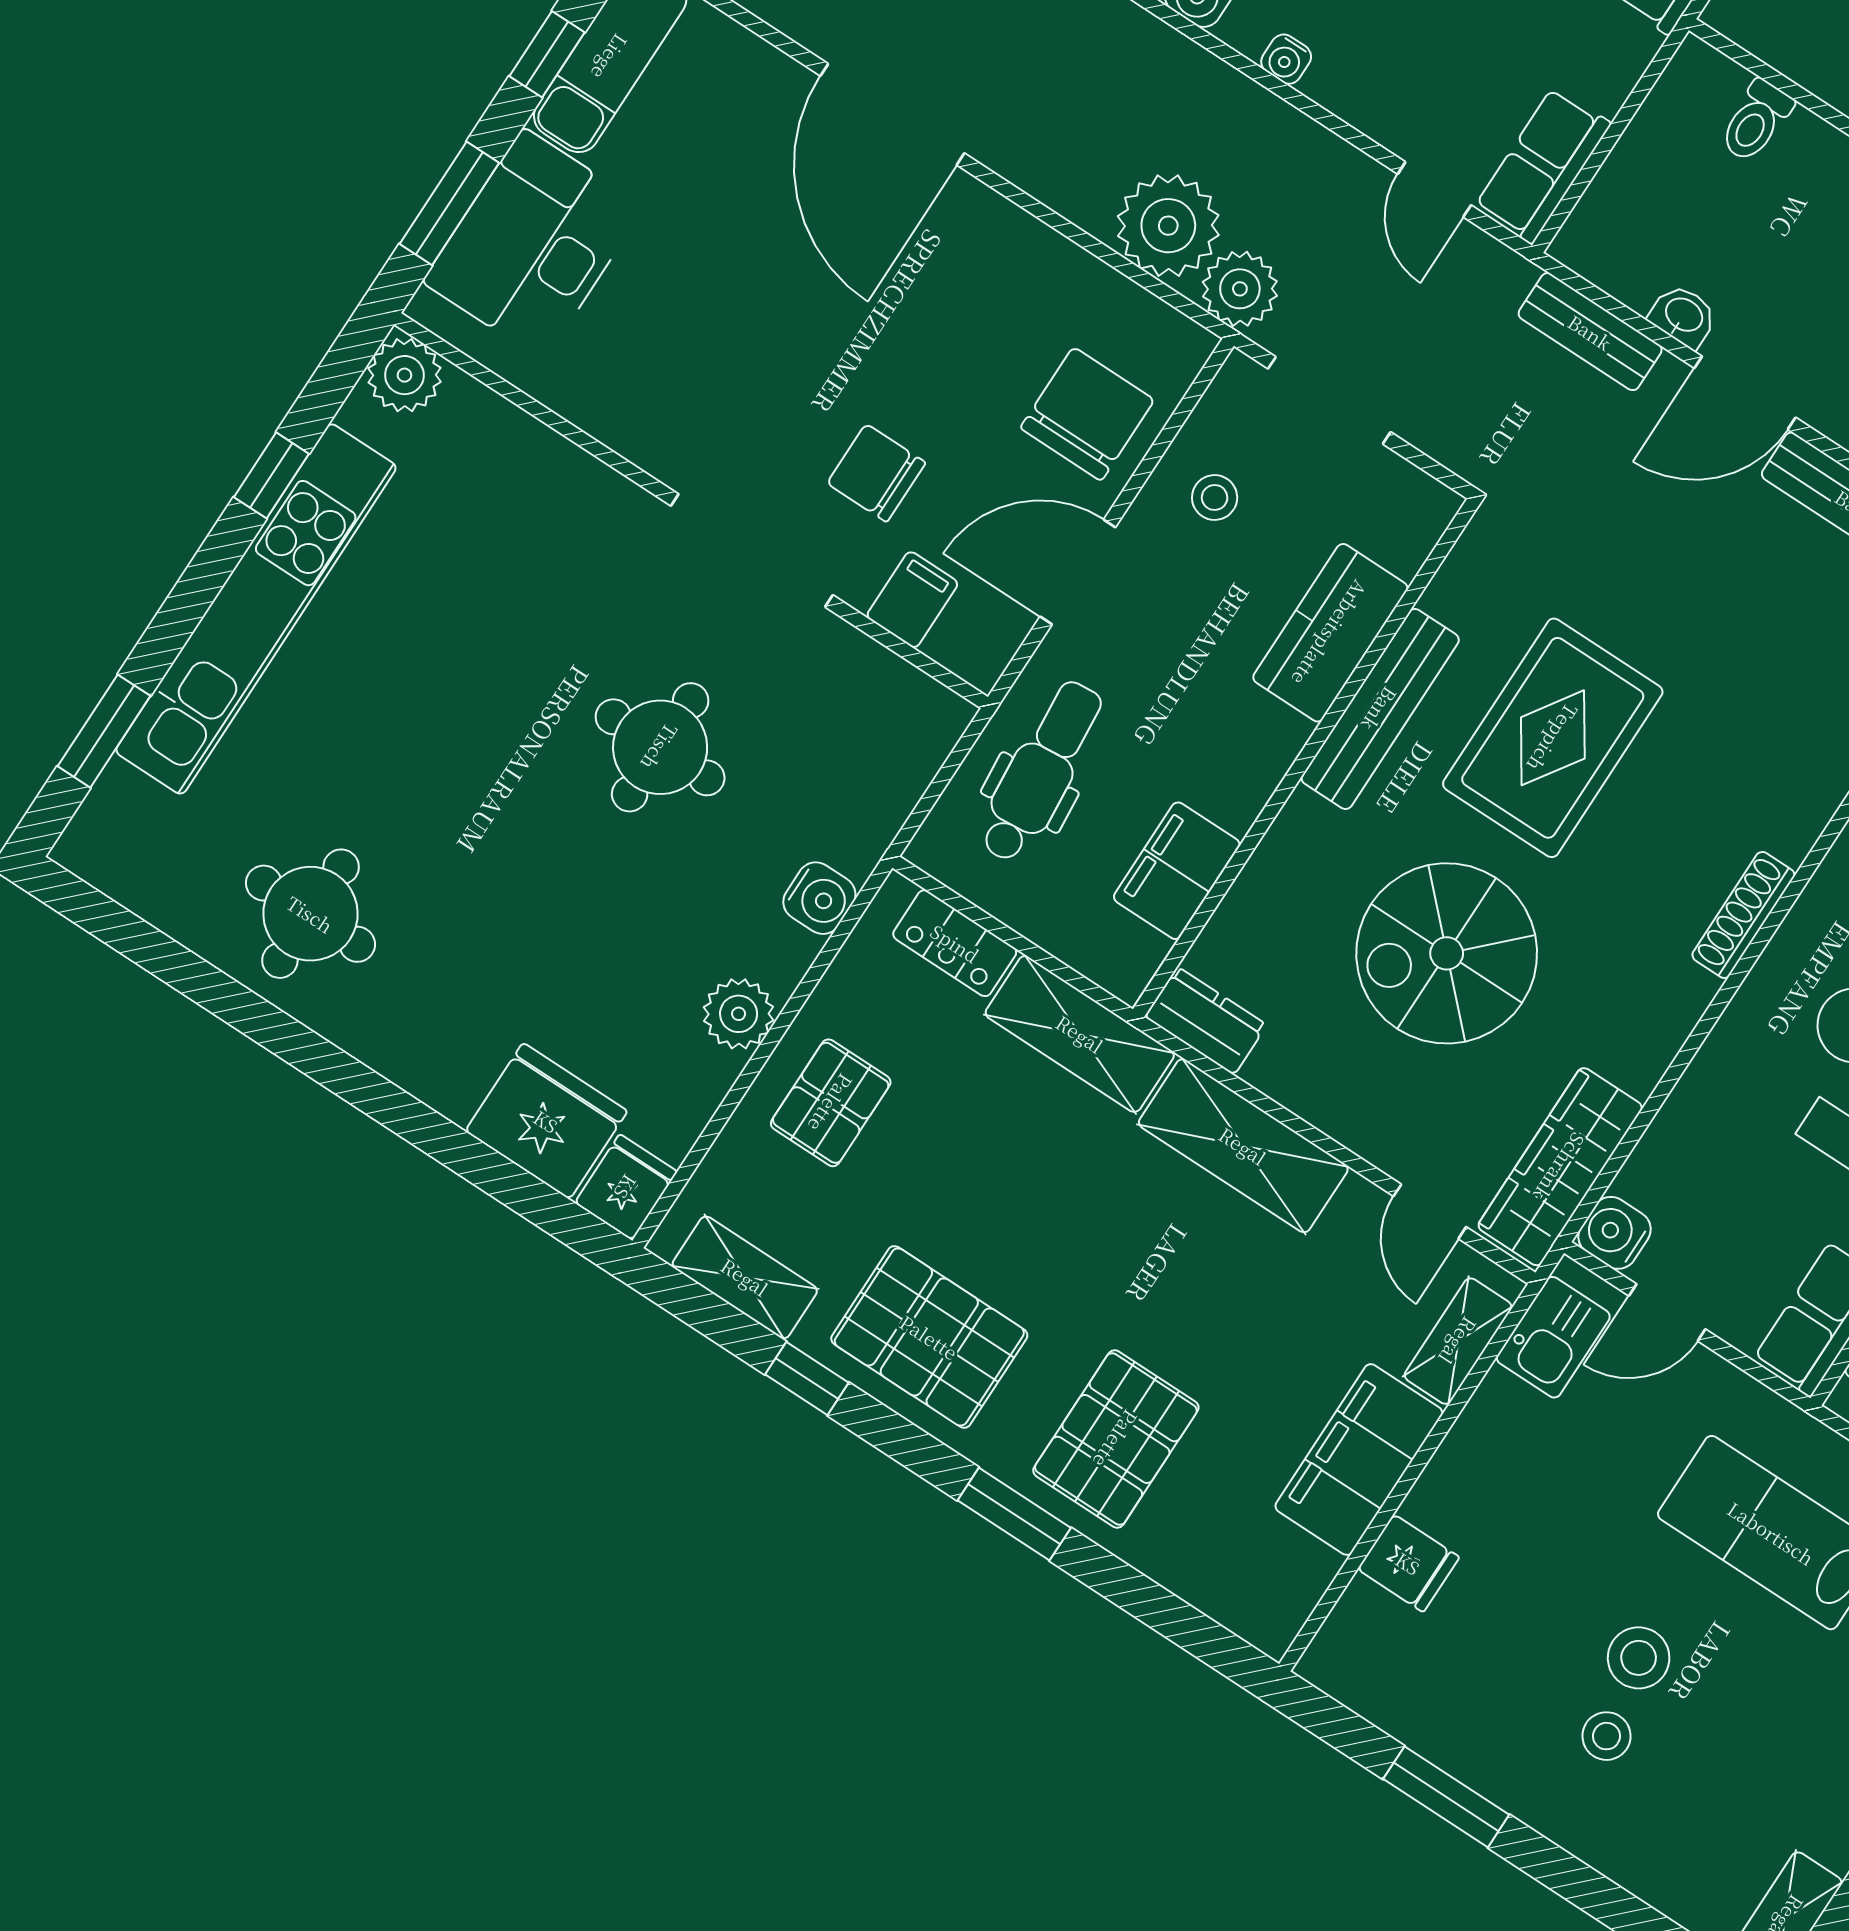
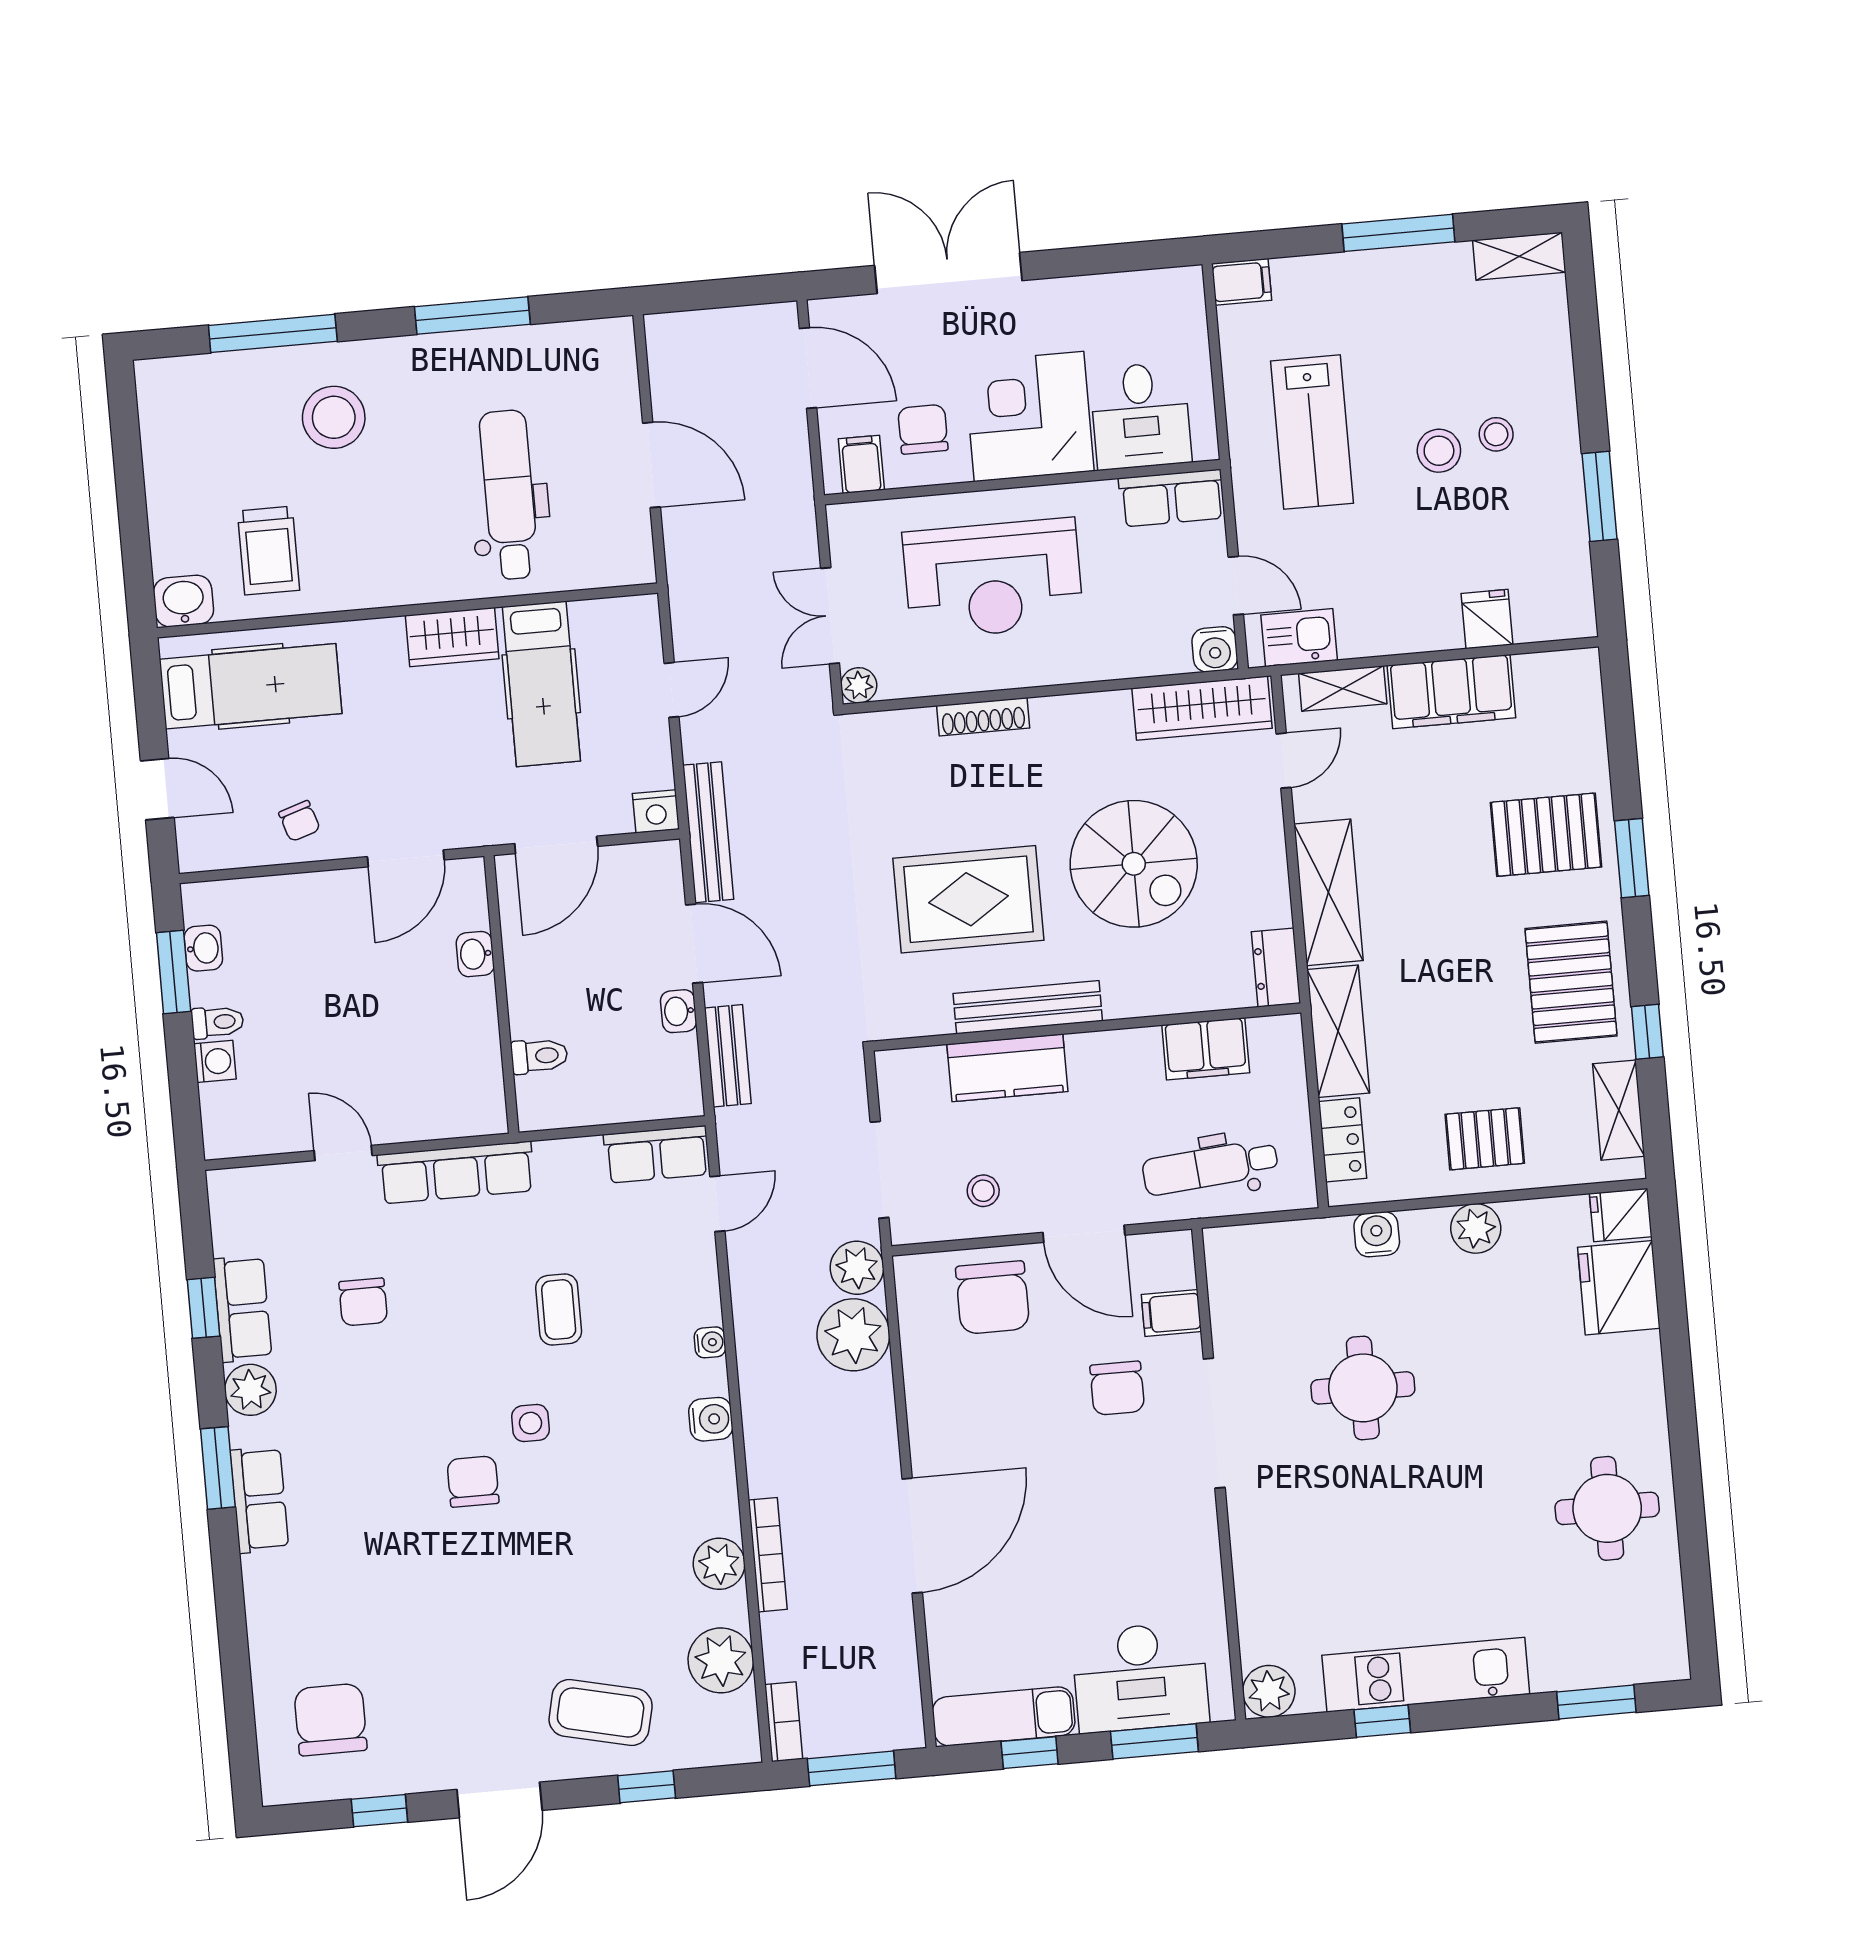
chair: (1087, 414) -> (993, 1297), turned -90
kitchen unit: (256, 609) -> (1426, 1675), width x0.73

